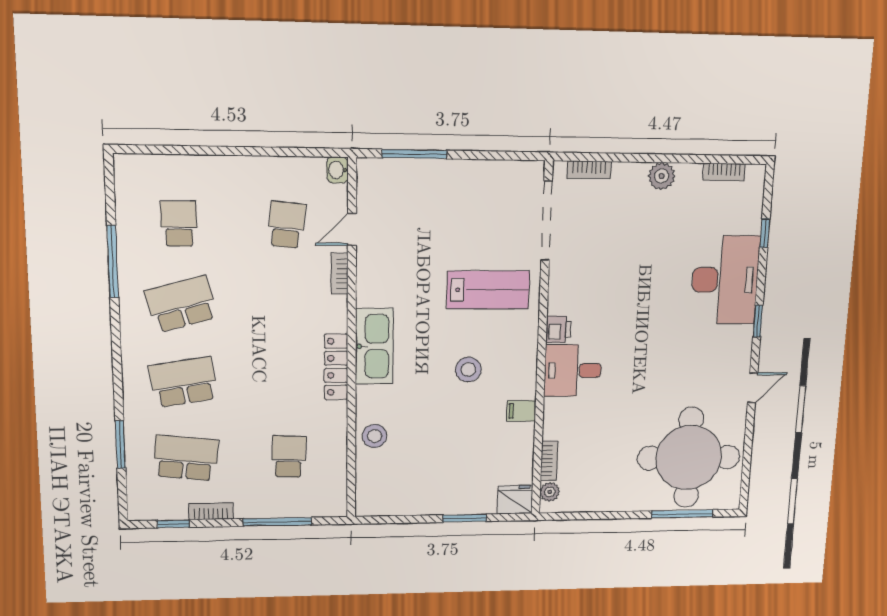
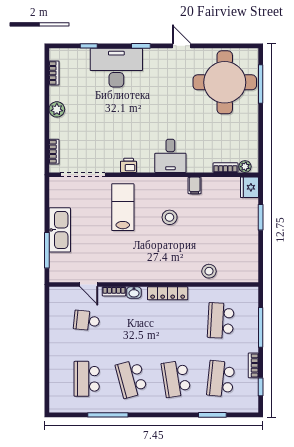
washbasin: (338, 170) -> (134, 293), moved
school desk: (179, 224) -> (87, 379), width x1.85
printer: (558, 329) -> (129, 165), moved
kitchen sink: (374, 346) -> (60, 230), moved, turned 90
school desk: (289, 457) -> (221, 321), width x1.85

